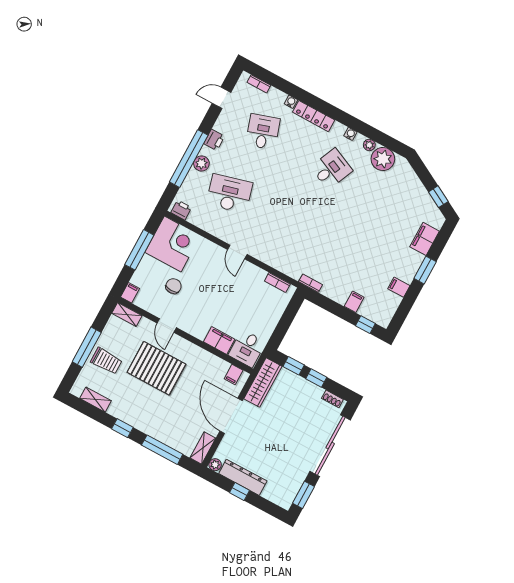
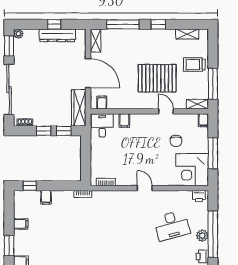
filing cabinet: (219, 341) -> (124, 121), width x0.50
window: (87, 347) -> (213, 84), moved
plant: (215, 465) -> (18, 34), moved

